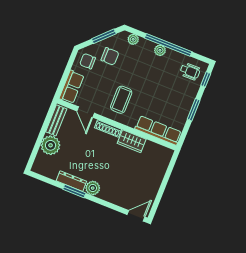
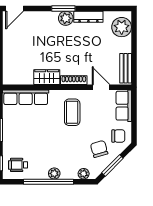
chair: (110, 56) -> (99, 149), turned 74
plant: (51, 145) -> (122, 27), moved
window: (74, 191) -> (63, 8), moved

